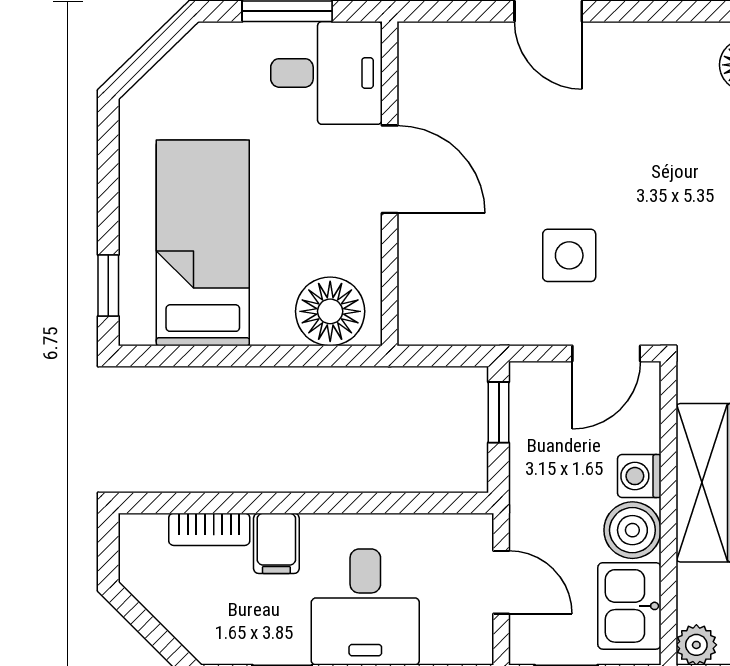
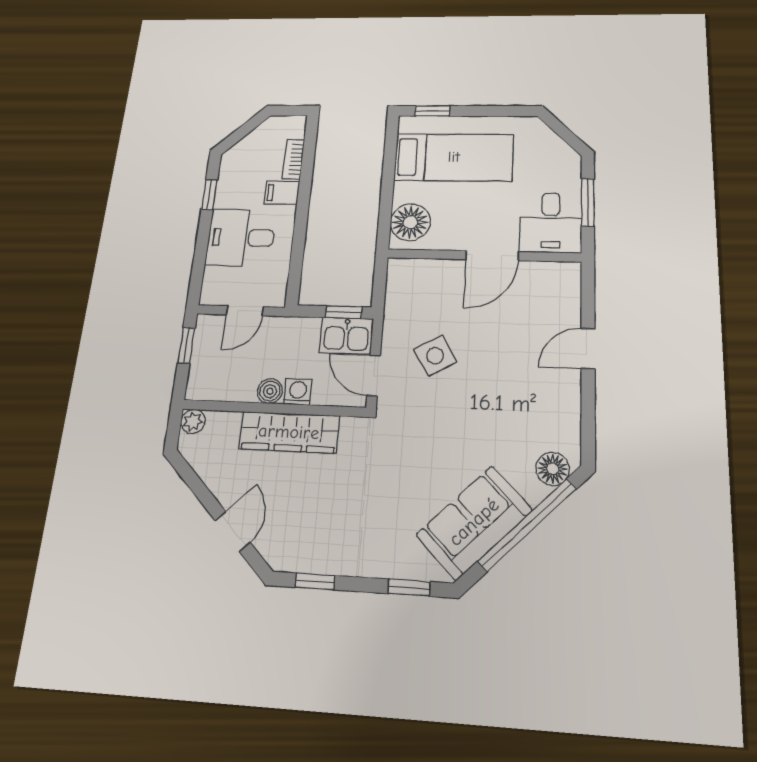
side table: (569, 255) -> (435, 356), turned -30
boiler: (632, 530) -> (270, 391), width x0.73, depth x0.73
kitchen sink: (629, 606) -> (346, 336), moved, turned 180

